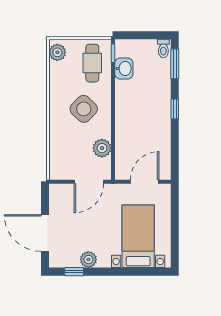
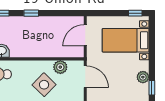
side table: (84, 109) -> (44, 85), moved
door: (145, 182) -> (85, 35), hinge flipped
window: (175, 249) -> (135, 13), added

